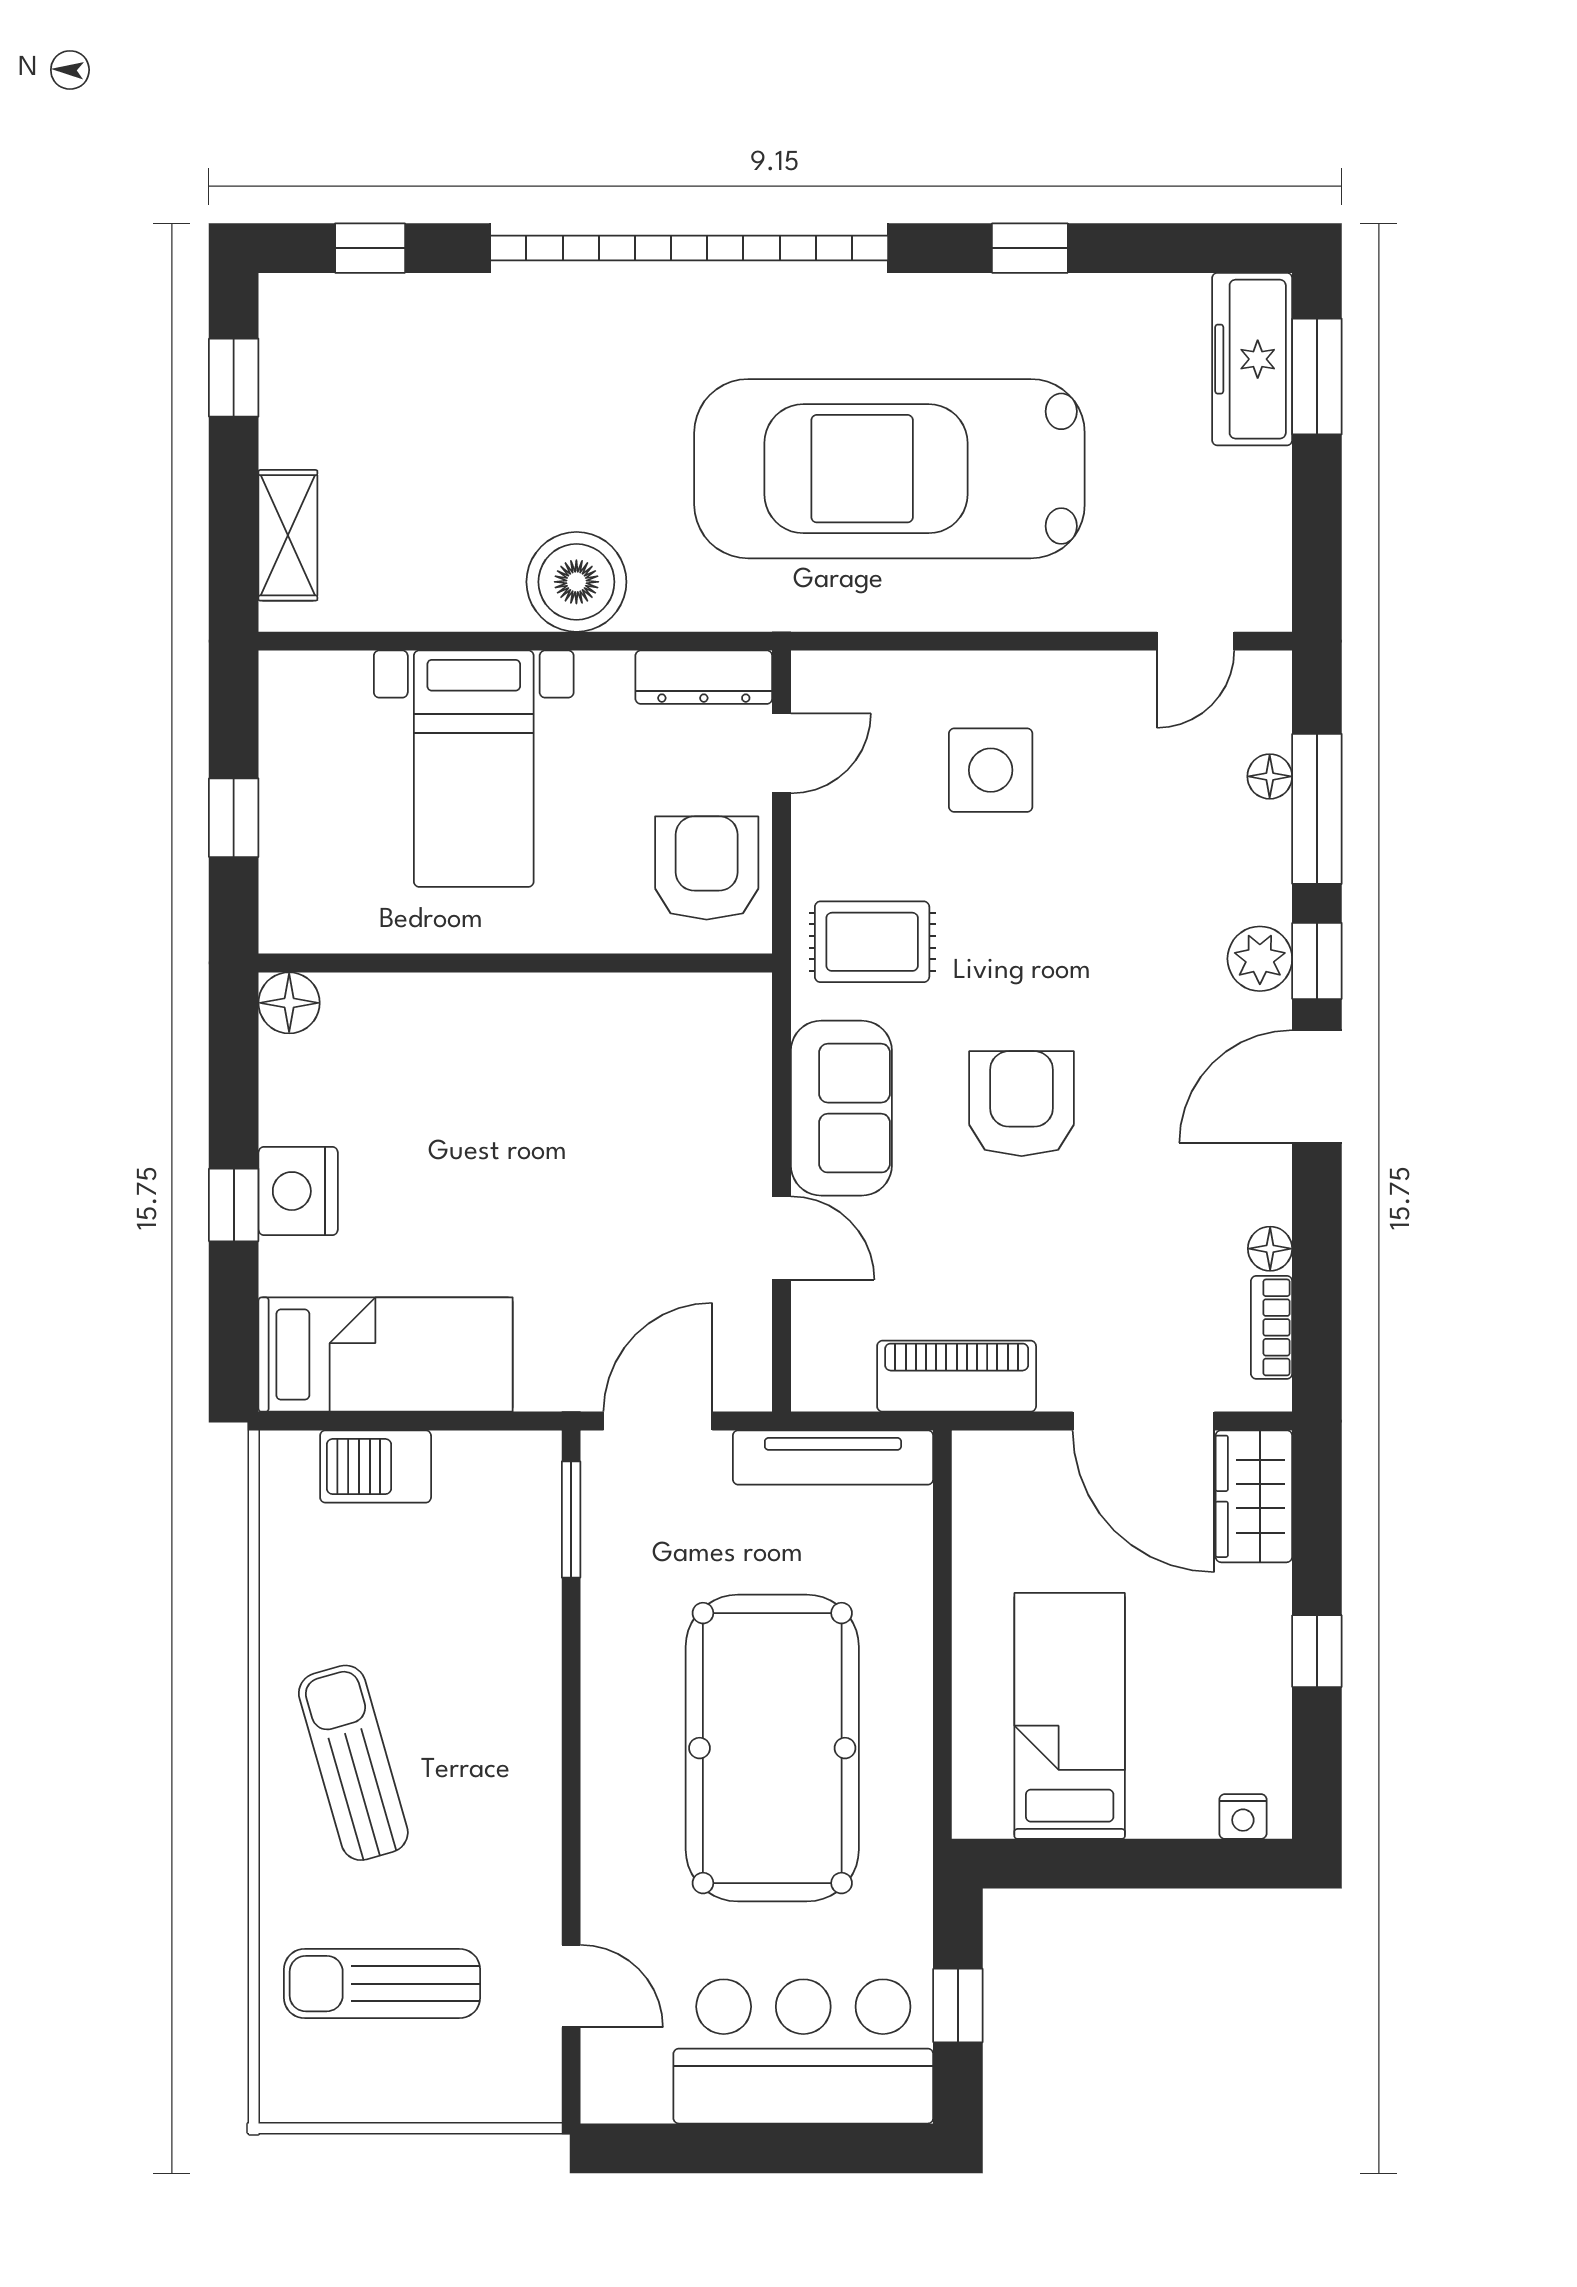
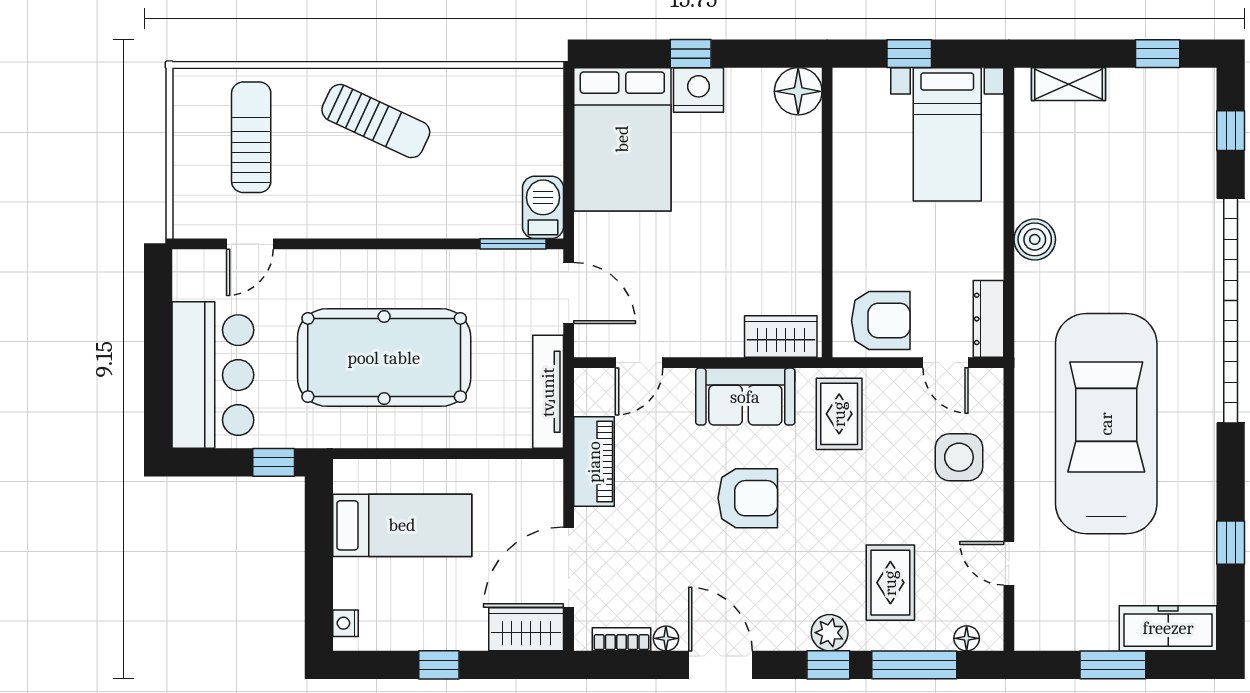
window: (1030, 248) -> (1231, 543), moved
window: (1317, 377) -> (1113, 665), moved
boiler: (576, 582) -> (1035, 239), width x0.73, depth x0.73
door: (1195, 641) -> (1009, 563), moved
bed with nightstands: (474, 769) -> (947, 134), moved, turned -90
side table: (991, 770) -> (959, 457), moved
floor lamp: (1270, 776) -> (967, 638), moved
rug: (1171, 851) -> (890, 583), added
floor lamp: (289, 1003) -> (798, 91), width x1.38, depth x1.38
wardrobe: (735, 1045) -> (781, 337), added
door: (1317, 1087) -> (721, 665), moved
door: (782, 1238) -> (639, 363), moved
bed: (386, 1355) -> (622, 139), width x1.50
barbecue: (376, 1467) -> (543, 207), moved
sun lounger: (353, 1763) -> (376, 121), turned 41
window: (958, 2005) -> (274, 462), moved

